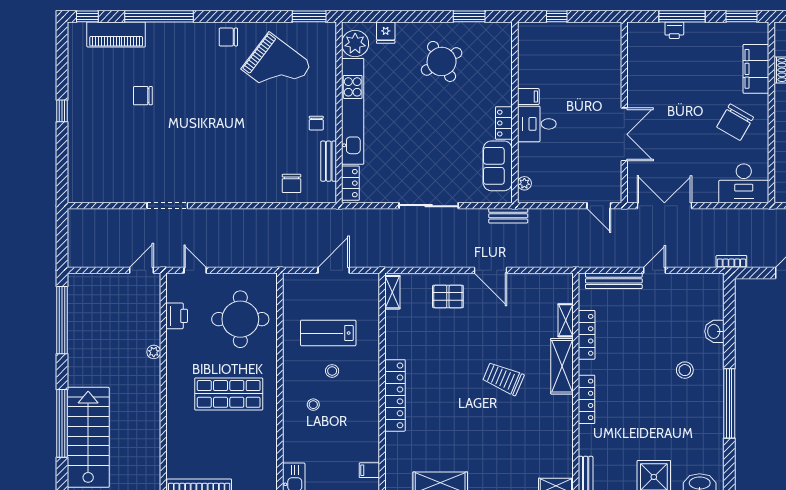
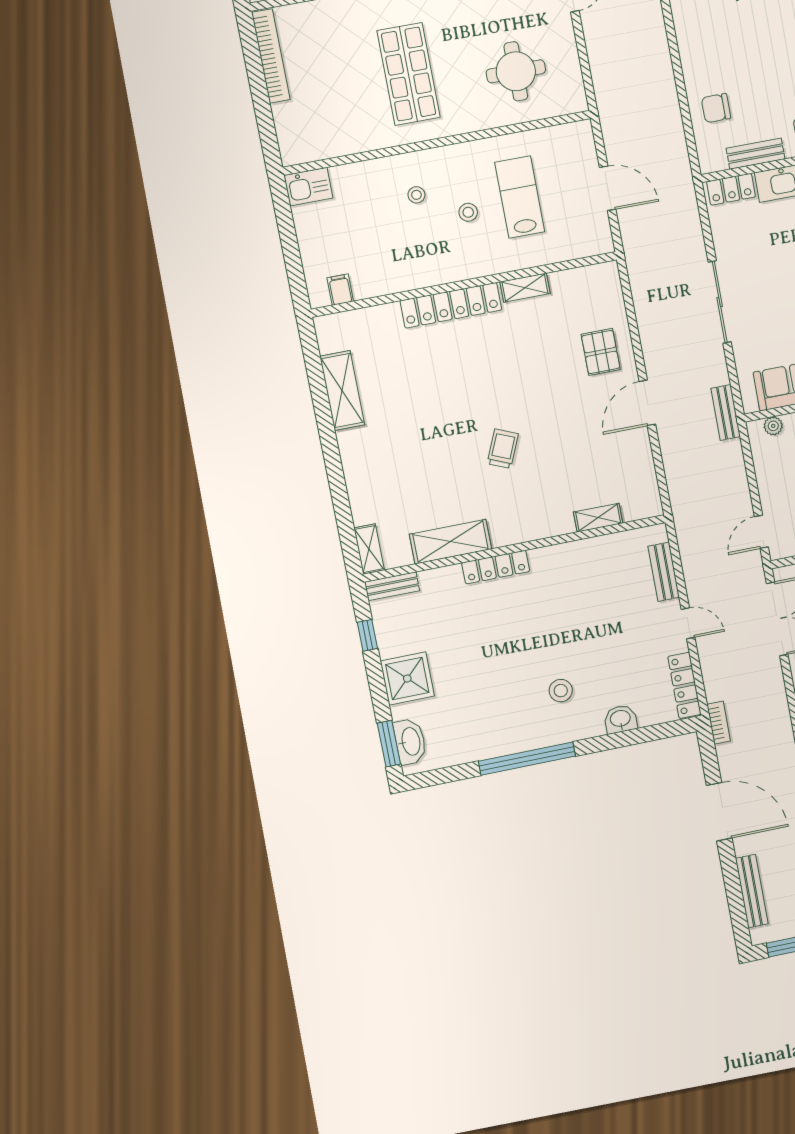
bench: (614, 281) -> (664, 572), width x0.73
shelving: (392, 292) -> (525, 288), moved
round table: (240, 319) -> (516, 71), width x0.73, depth x0.73
locker: (587, 335) -> (684, 685), moved, turned 90
shelving: (562, 366) -> (450, 542), moved
trolley: (503, 378) -> (503, 449), width x0.73, depth x0.72

